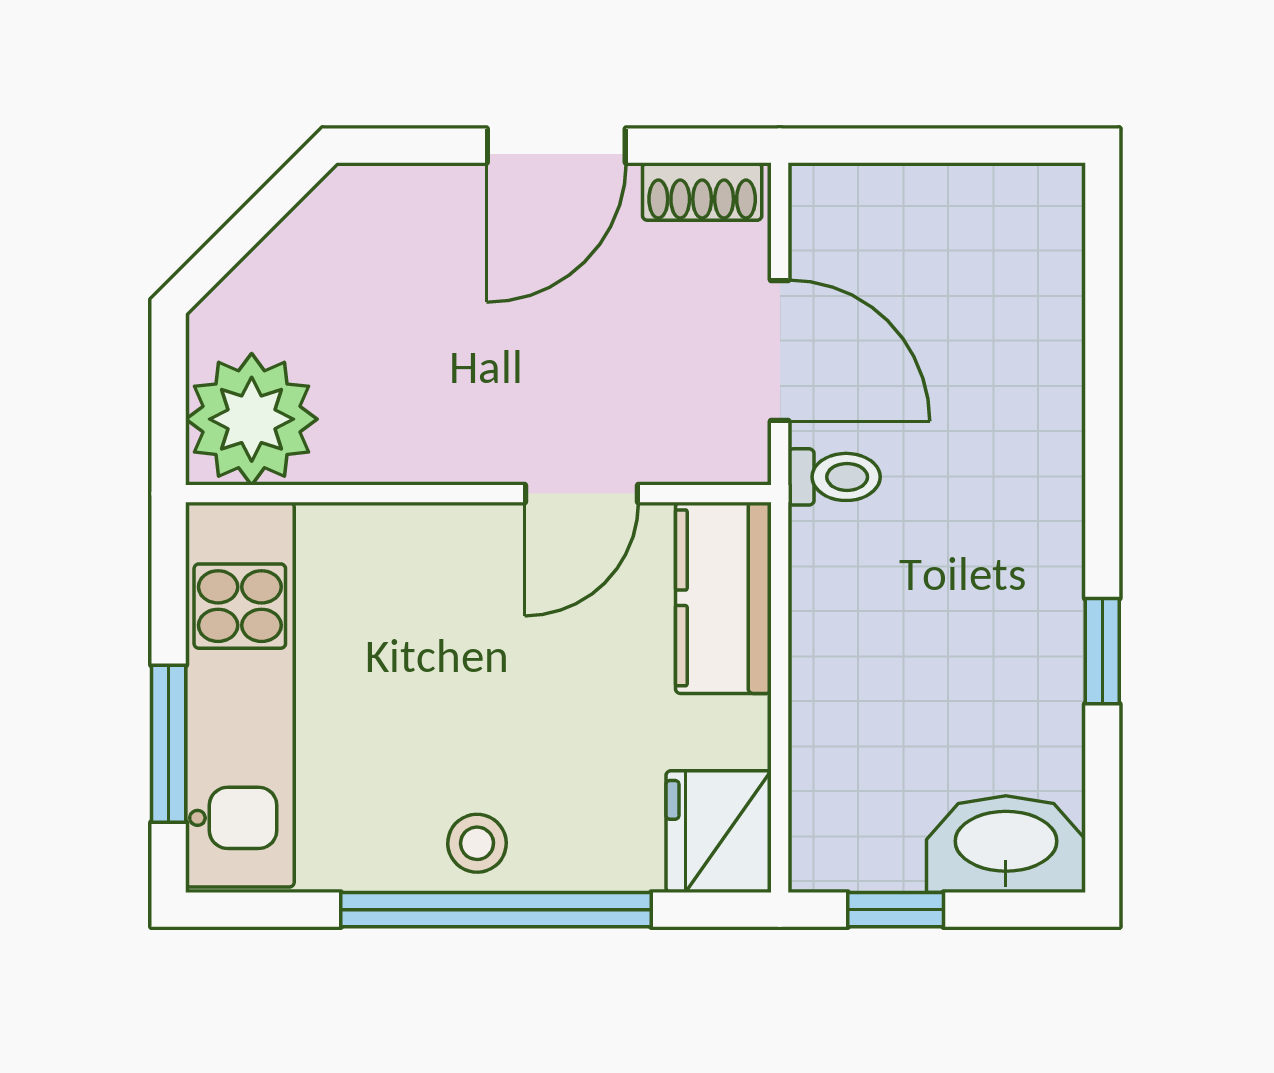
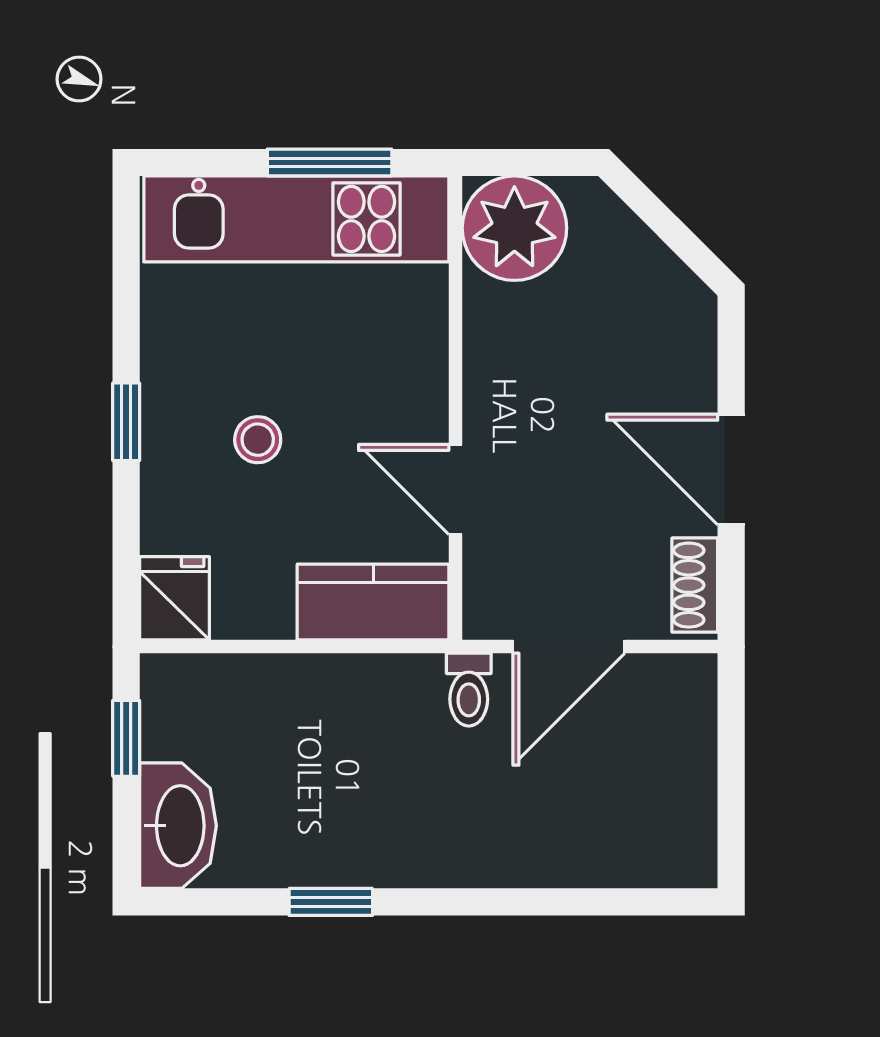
window: (169, 744) -> (330, 163), moved
fridge: (719, 832) -> (174, 598), width x0.72
stool: (477, 843) -> (258, 440), moved
window: (496, 910) -> (126, 422), width x0.32

